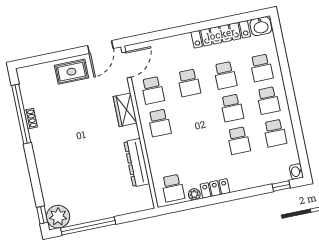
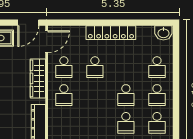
locker: (221, 34) -> (111, 33), moved
school desk: (225, 75) -> (126, 67), removed
wardrobe: (125, 110) -> (38, 78), width x1.50

